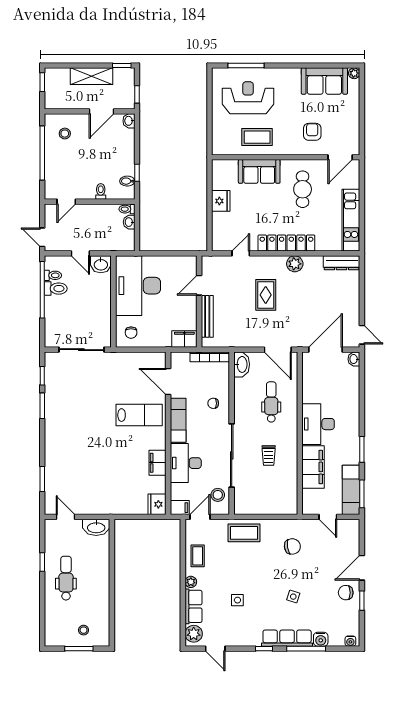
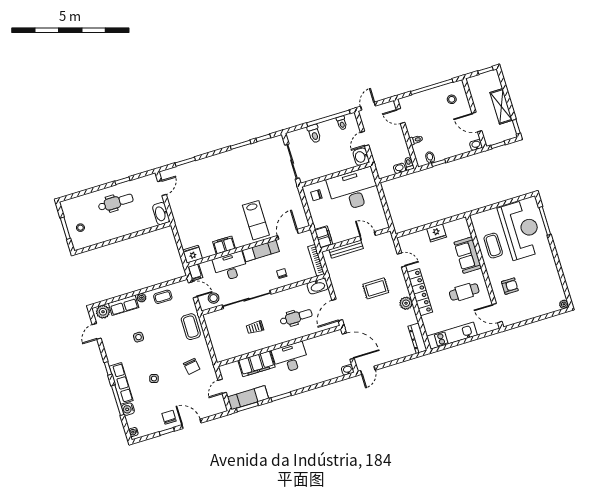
sofa: (324, 81) -> (551, 284), removed
reception desk: (248, 98) -> (521, 230), width x1.36, depth x1.30
toilet: (56, 289) -> (314, 134), moved

